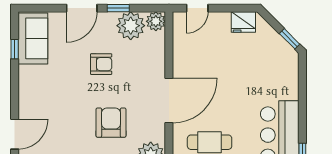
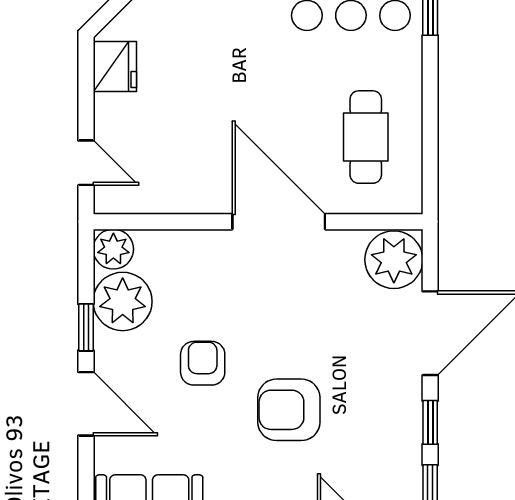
armchair: (111, 123) -> (289, 410), moved

